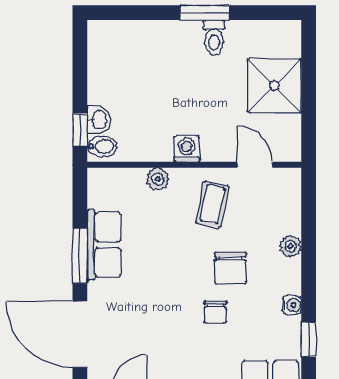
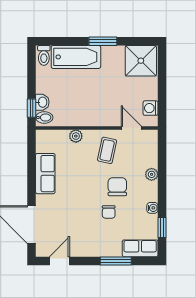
toilet: (214, 37) -> (44, 55), moved
bathtub: (158, 40) -> (76, 57), added
shower: (274, 86) -> (141, 61), moved
washing machine: (187, 149) -> (151, 108), moved, turned -90
window: (80, 256) -> (32, 180), removed
chair: (230, 268) -> (117, 187), turned 180

